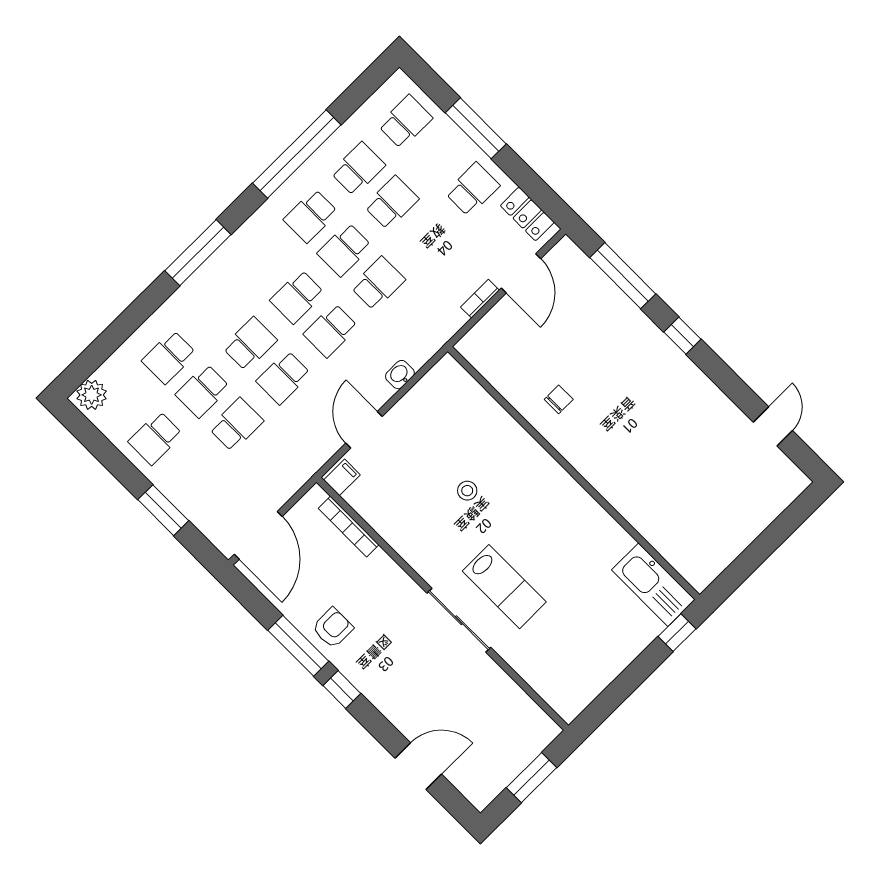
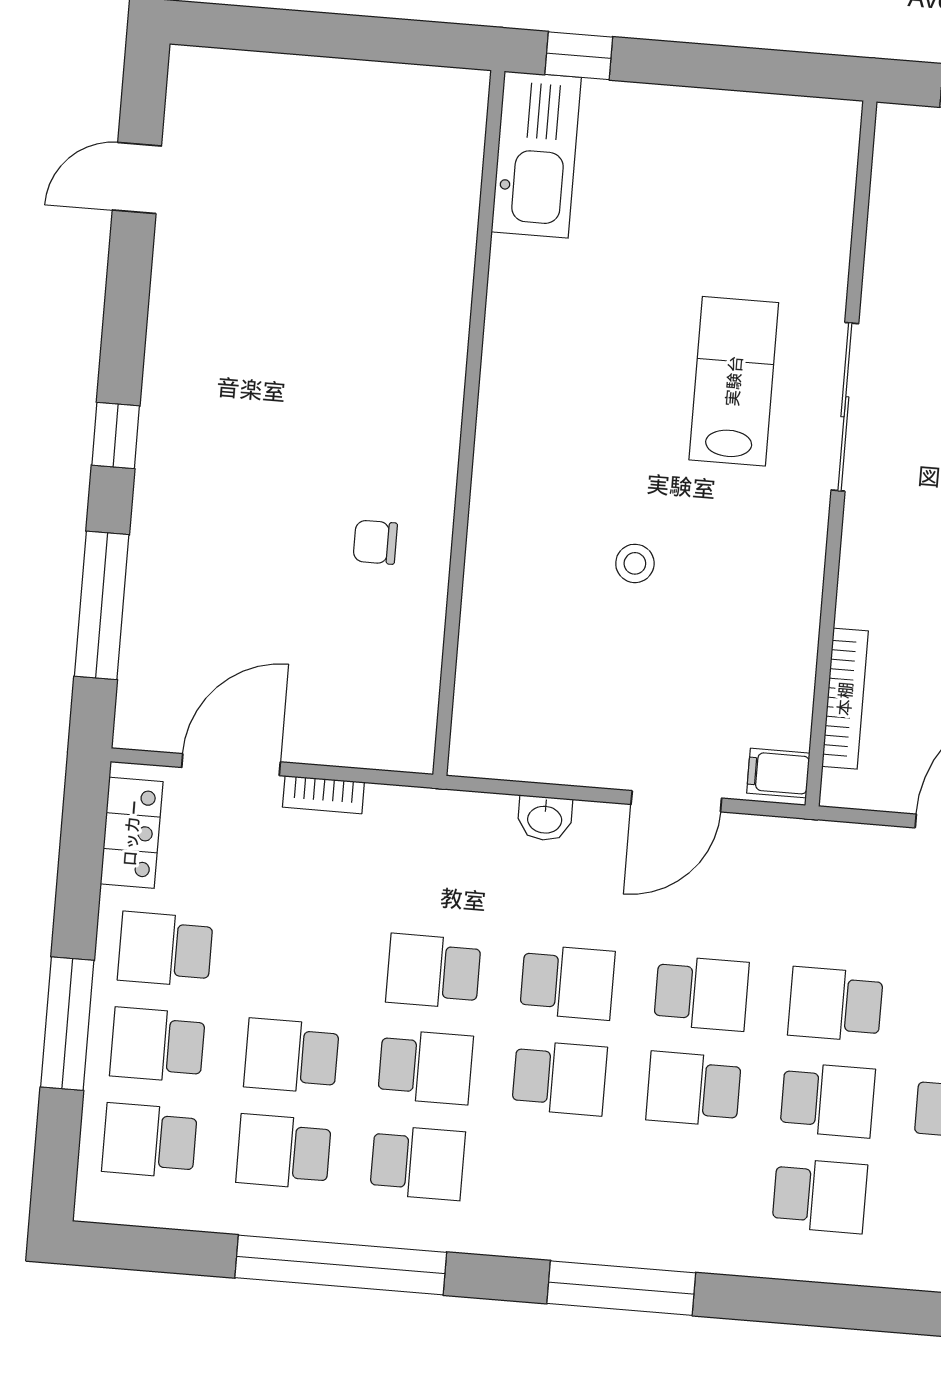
school desk: (439, 155) -> (157, 1045), added

